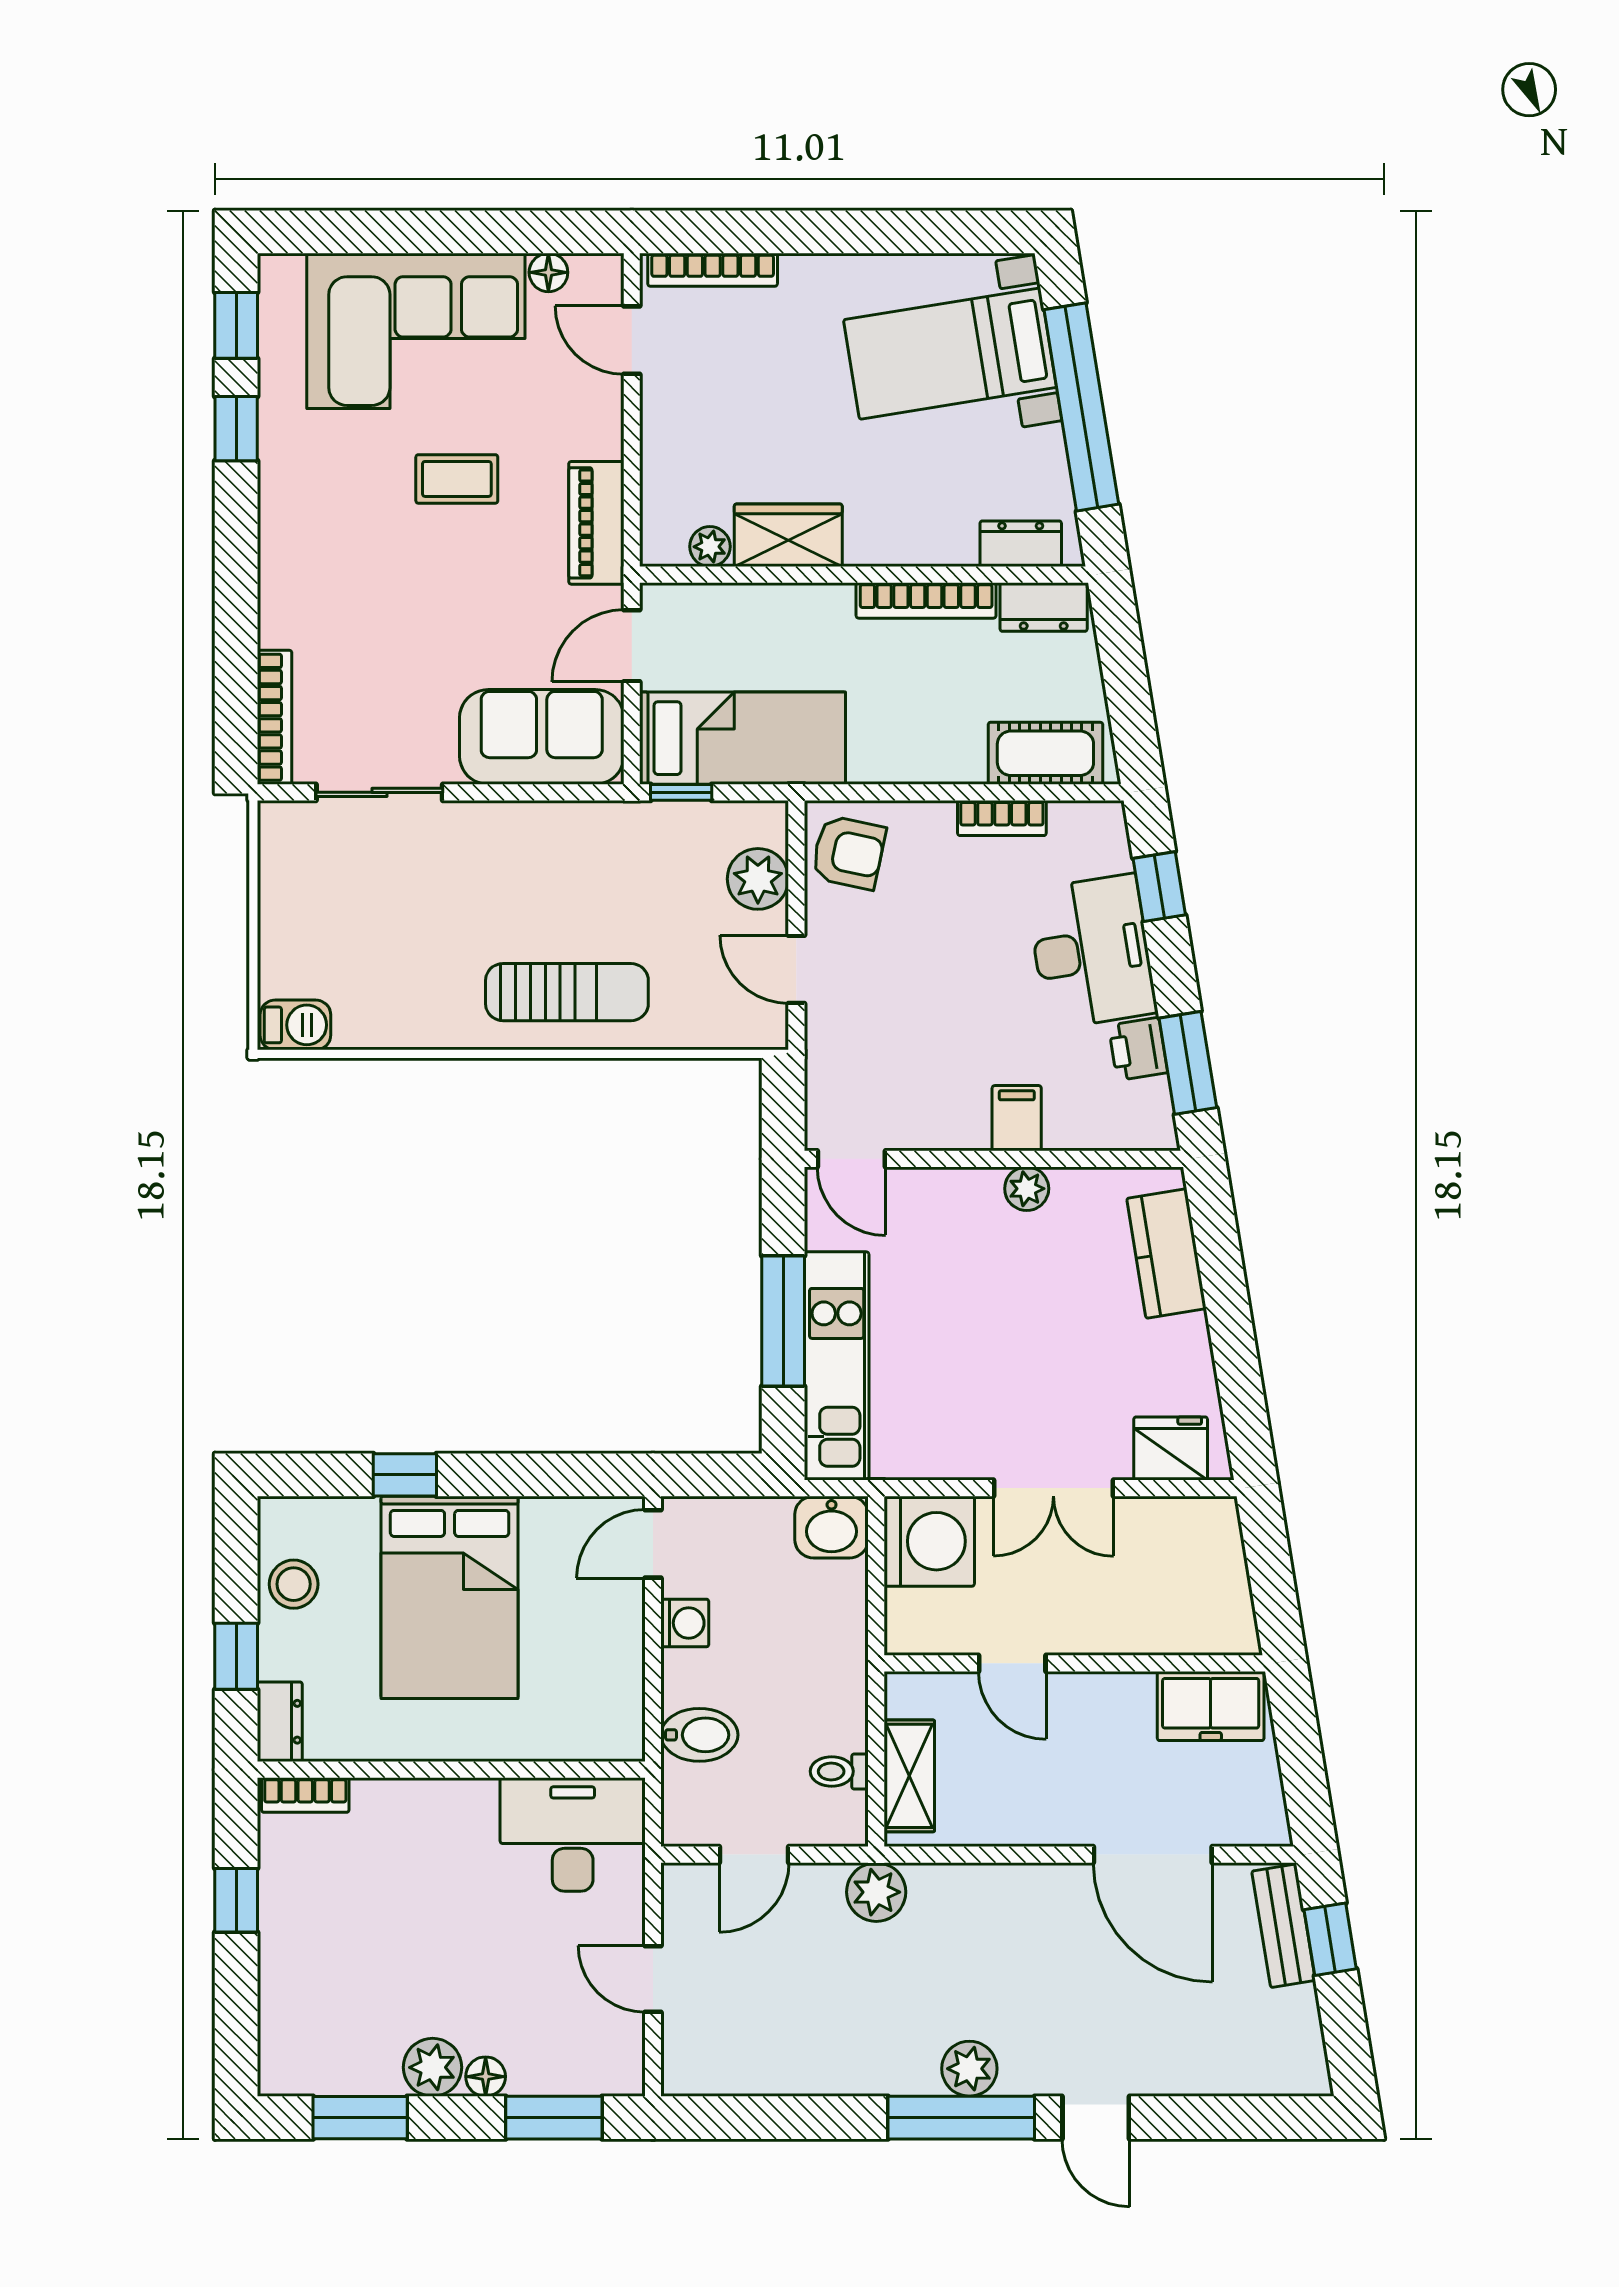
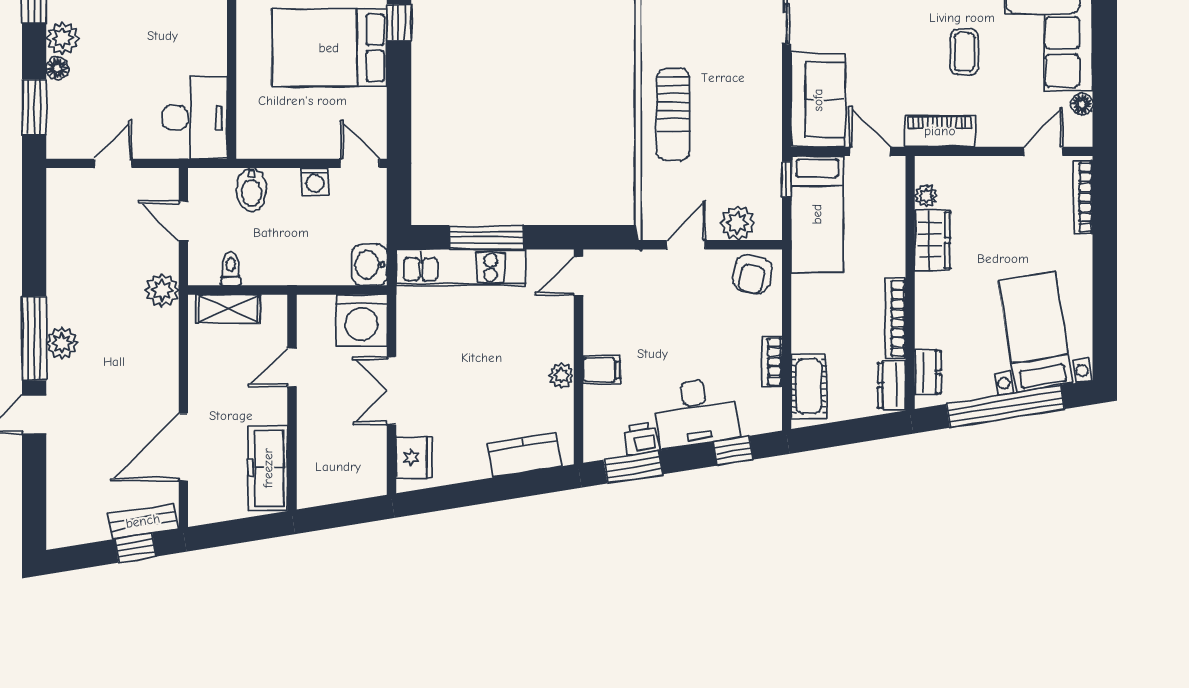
freezer: (1211, 1706) -> (268, 468), width x1.40

